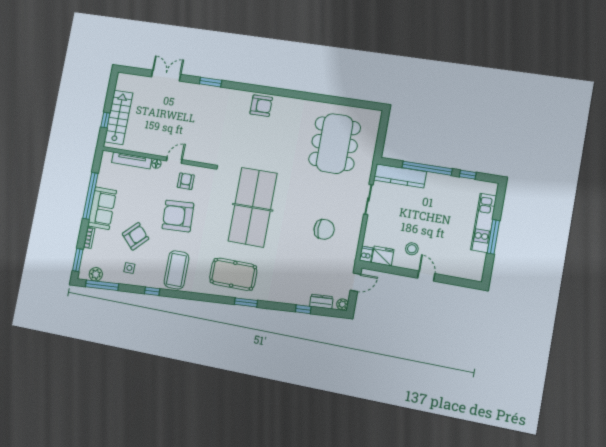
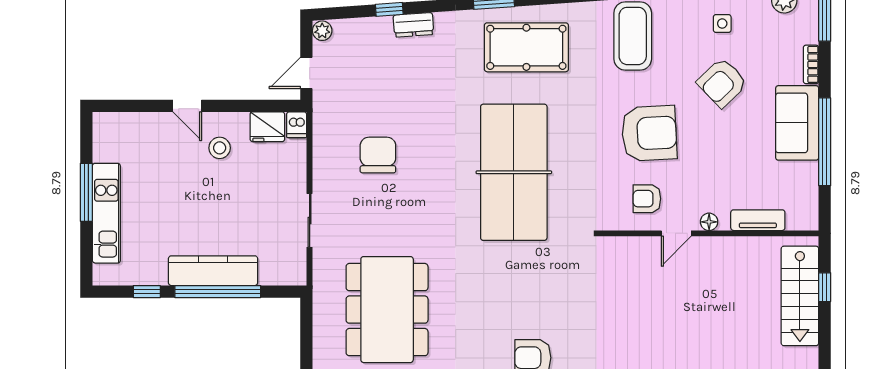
tv unit: (132, 160) -> (758, 220), width x0.71
kitchen counter: (400, 176) -> (213, 271), moved
armchair: (186, 181) -> (647, 199), turned 90
chair: (324, 229) -> (378, 155), turned 90
dresser: (321, 302) -> (413, 25), moved

